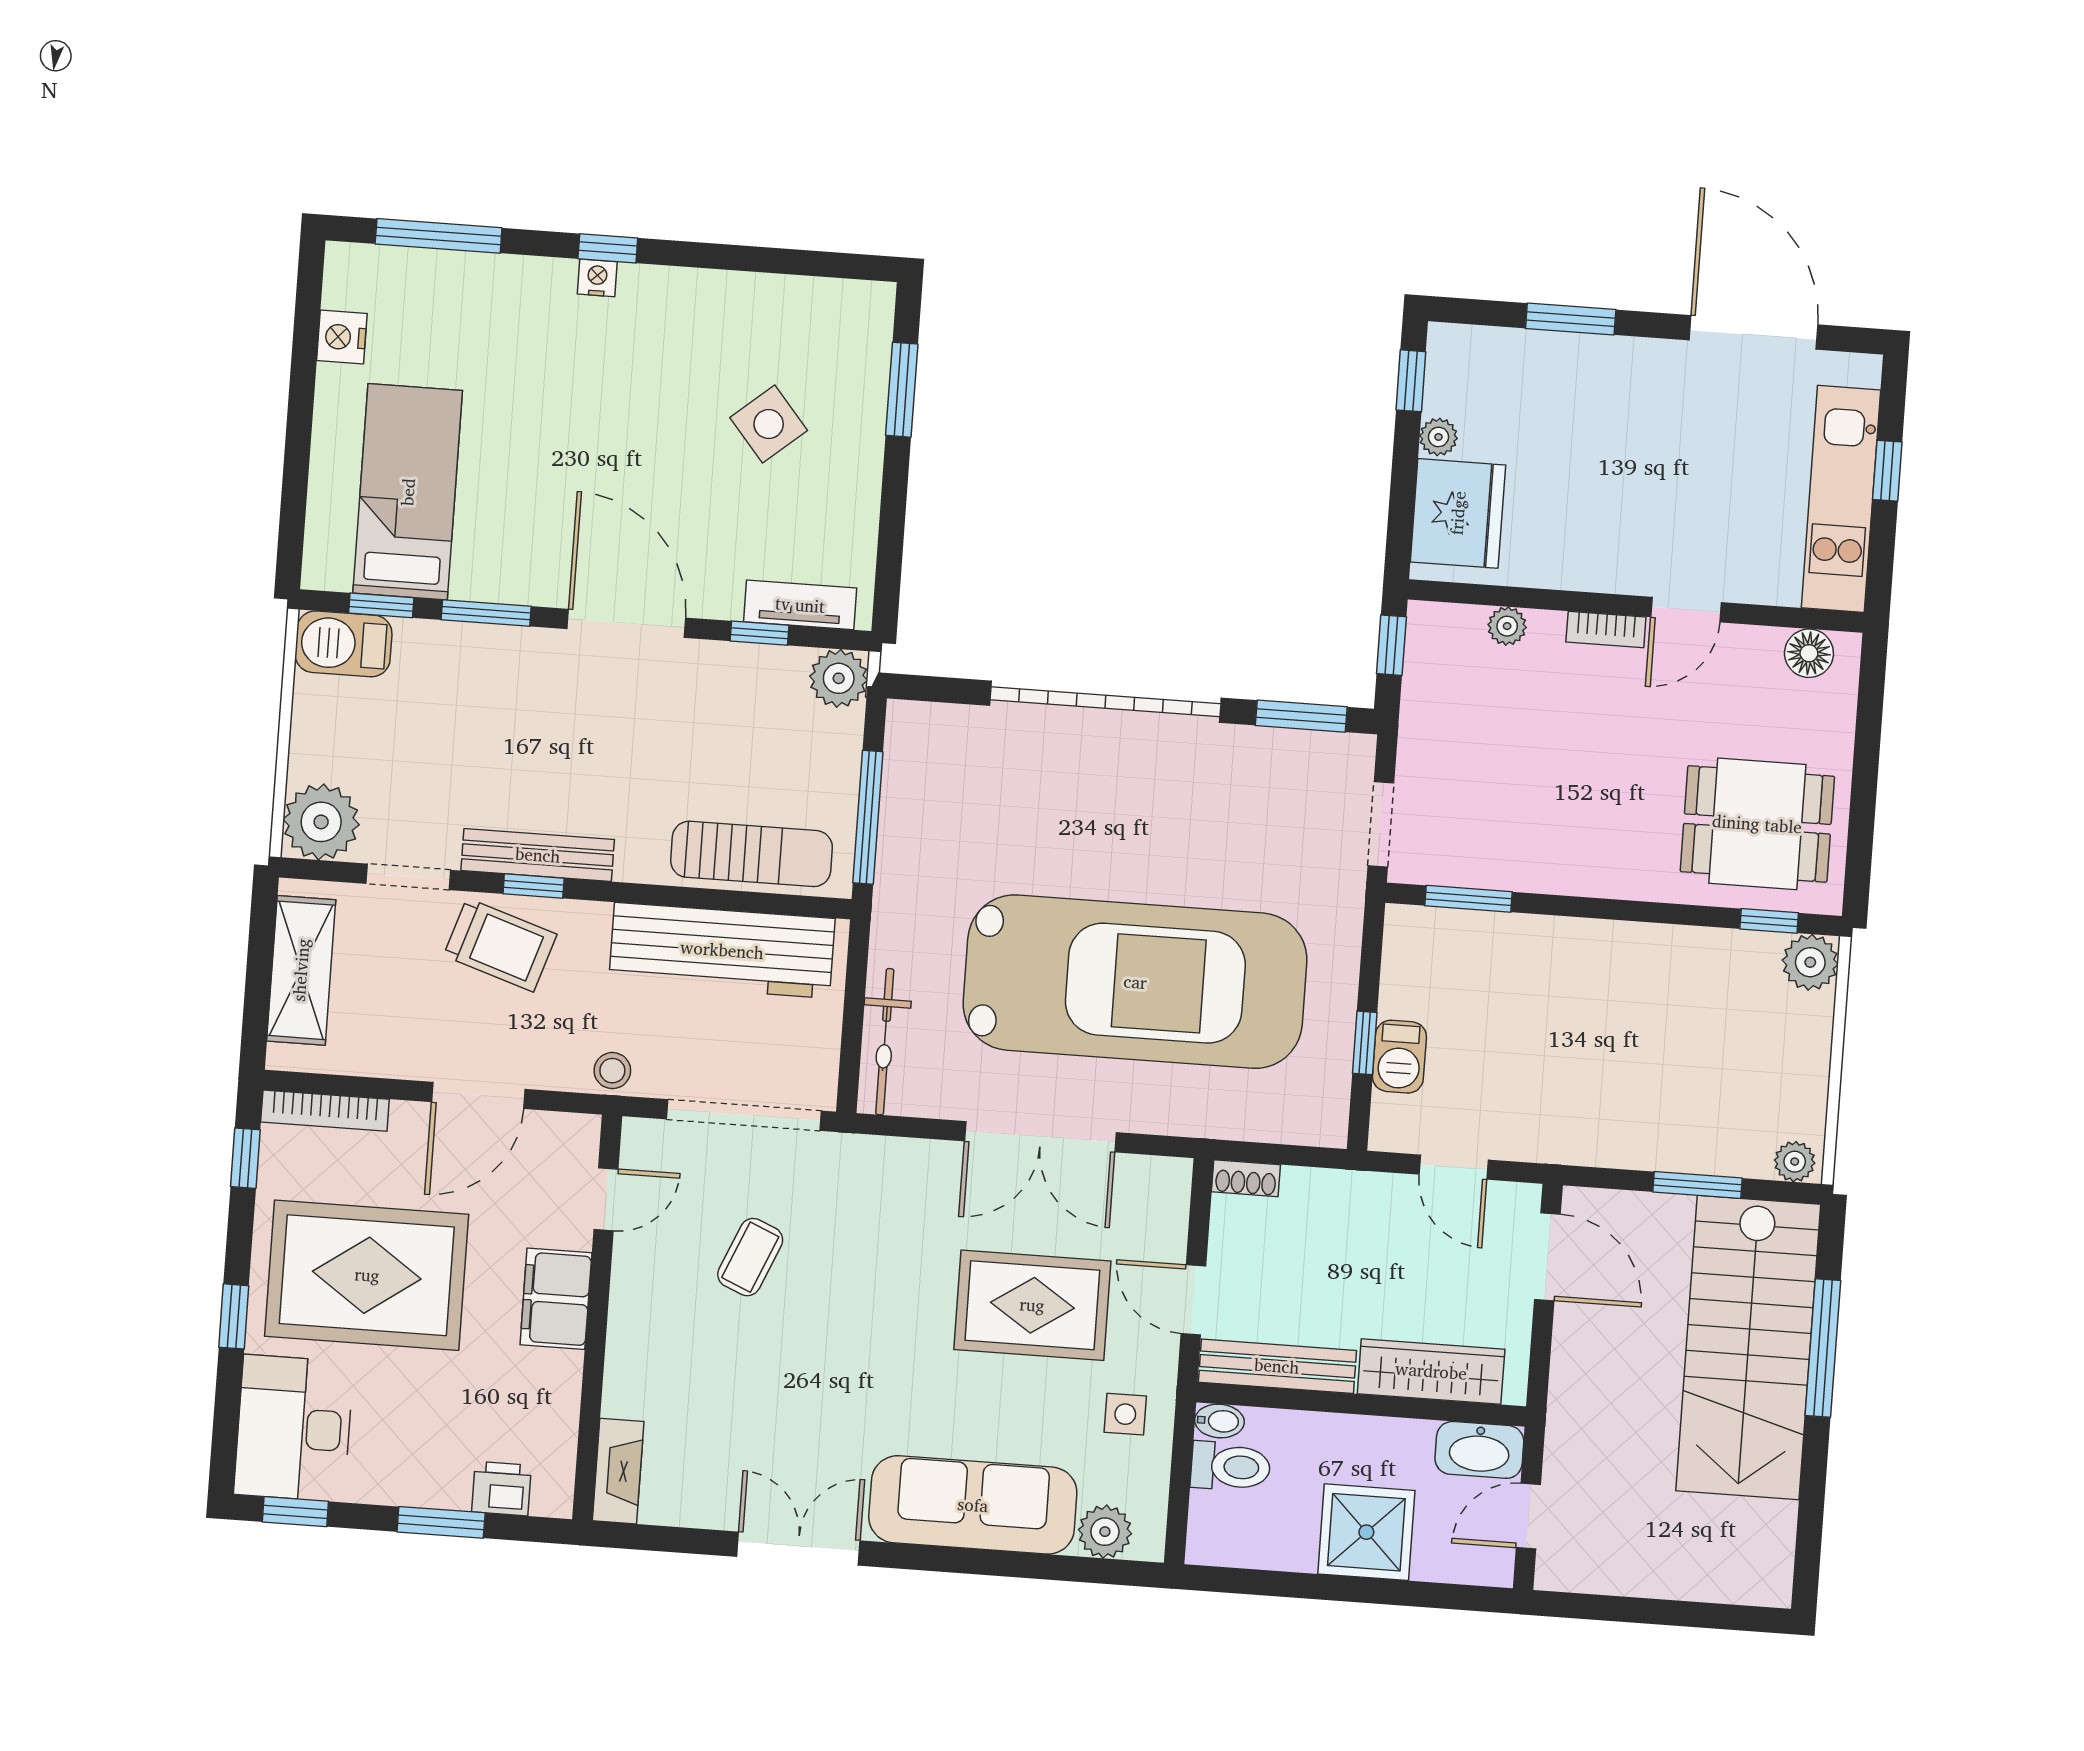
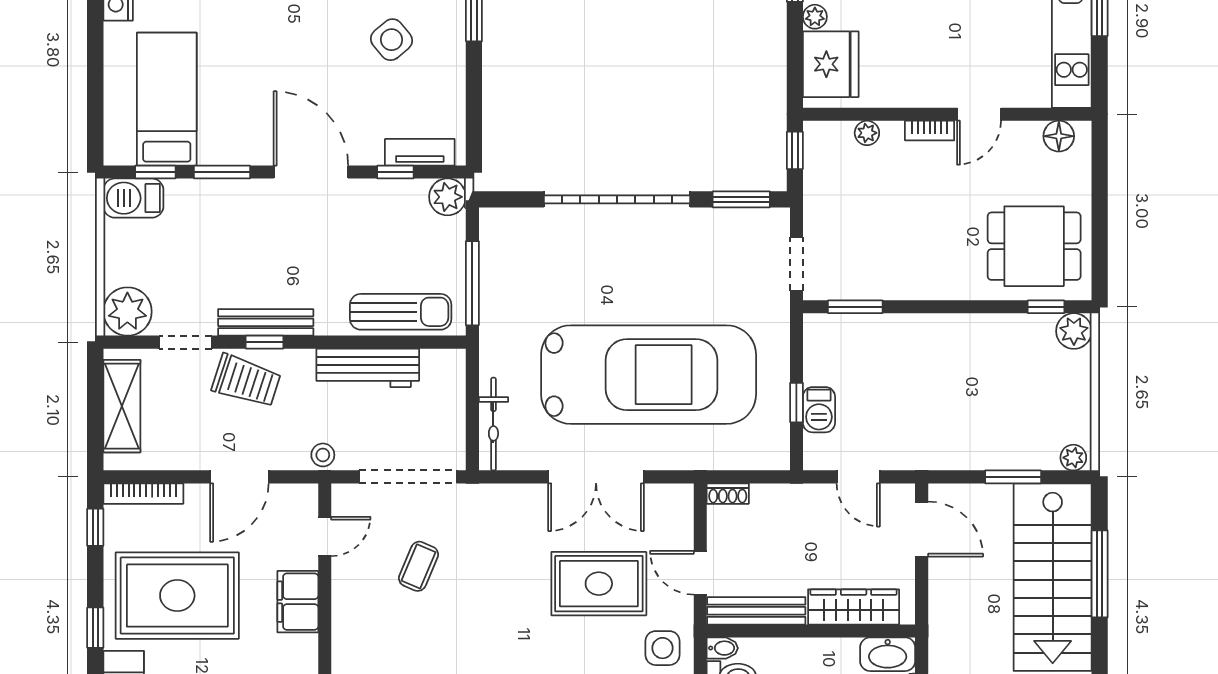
workbench: (722, 950) -> (368, 368), width x0.73, depth x0.76
side table: (1125, 1414) -> (663, 648), width x1.37, depth x1.37

